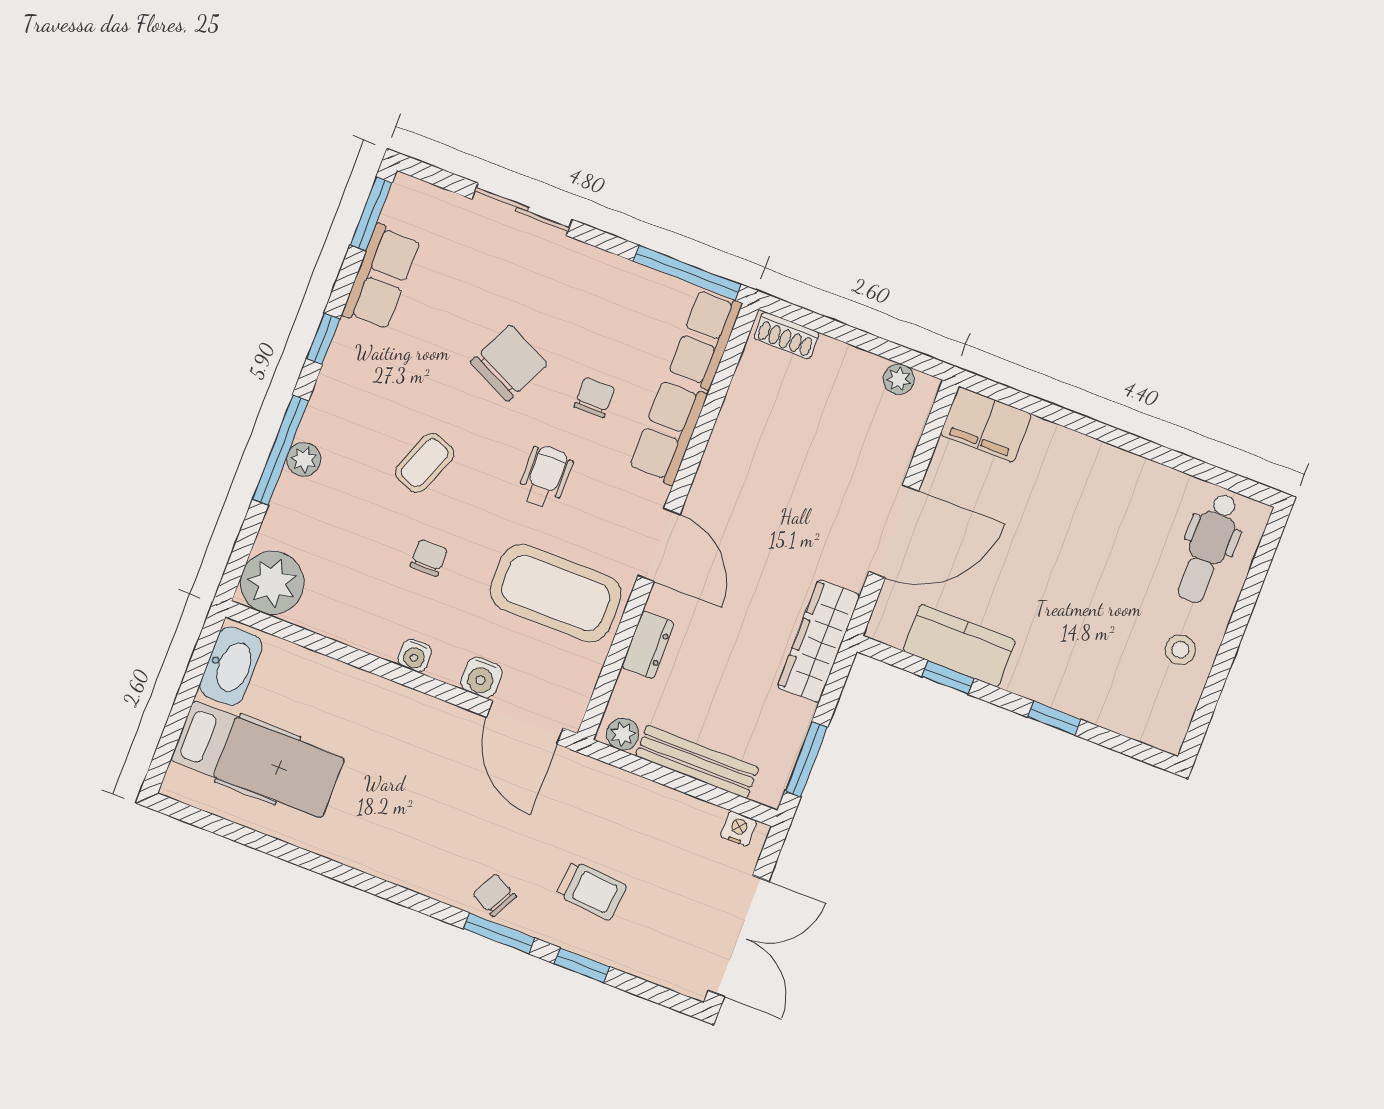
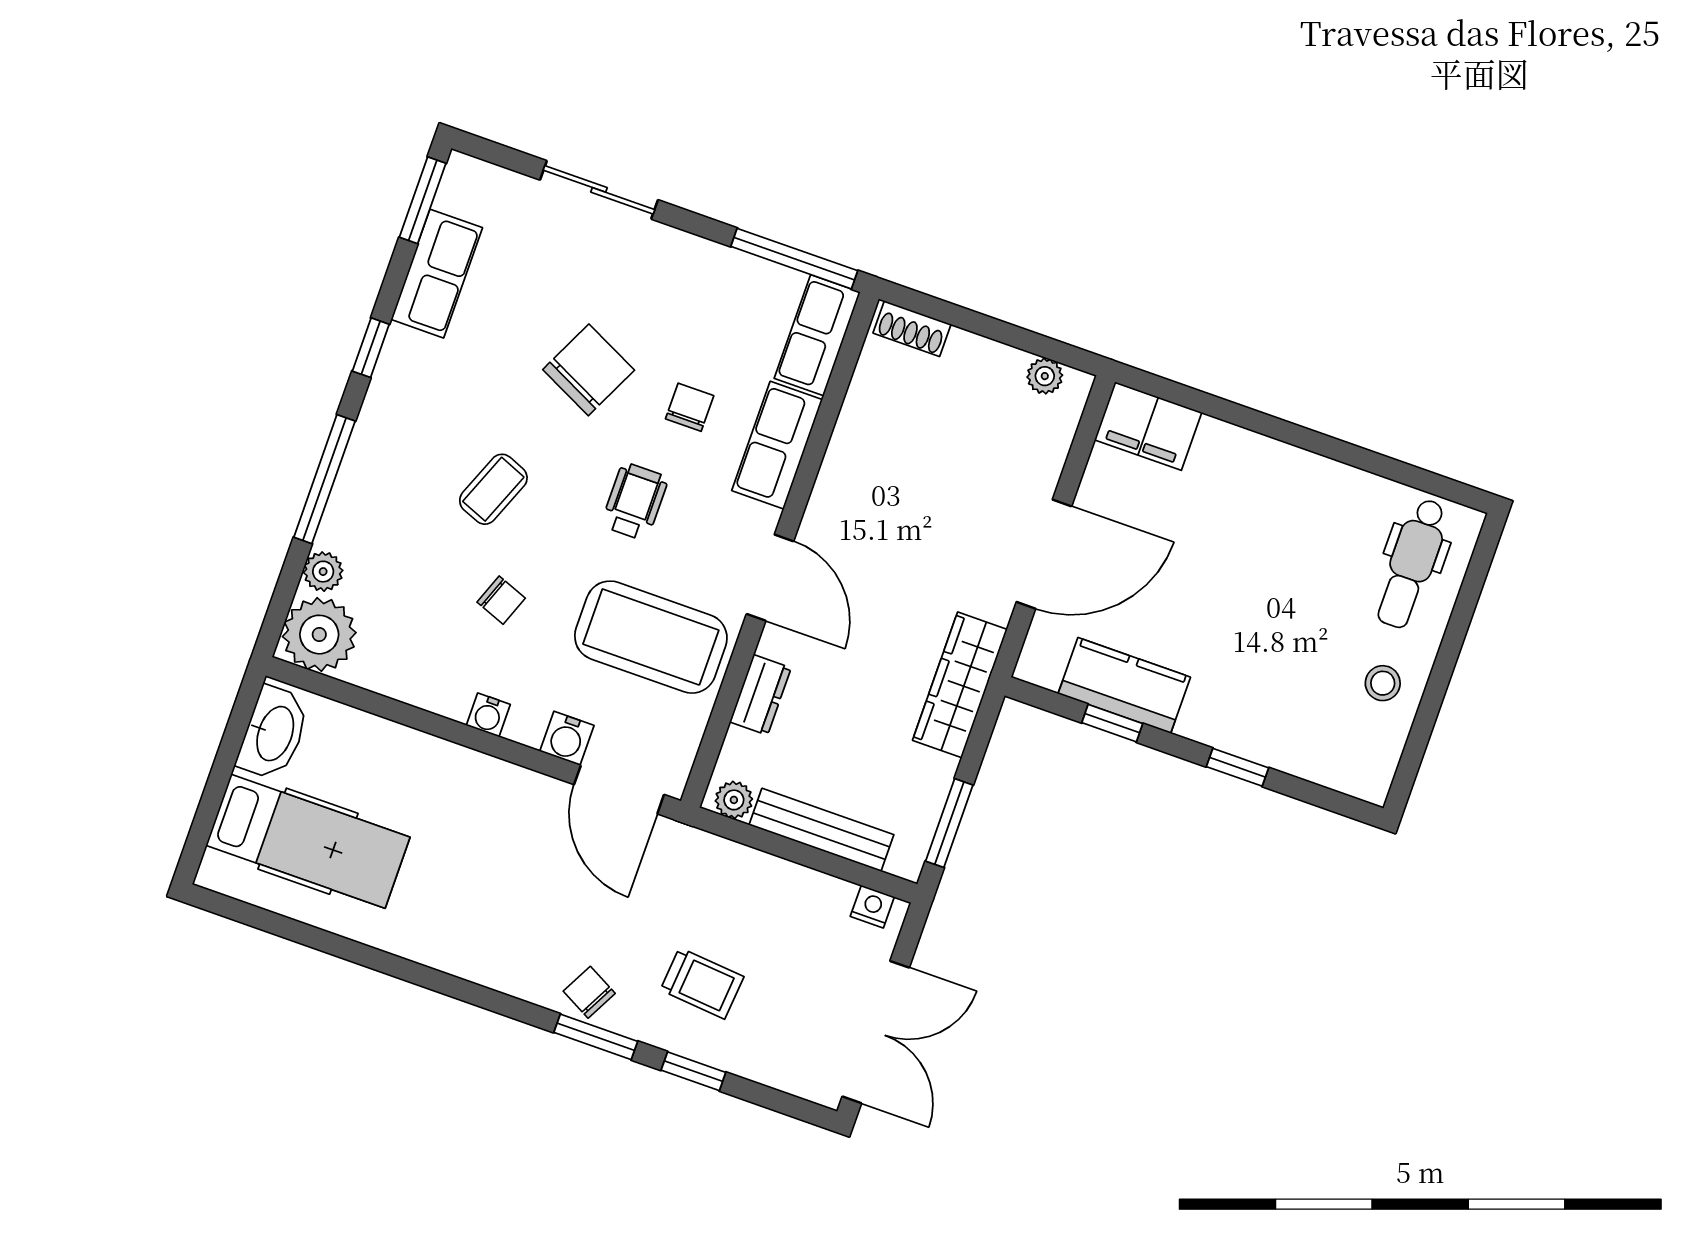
plant: (304, 459) -> (323, 572), moved
chair: (429, 558) -> (501, 600), turned 111

